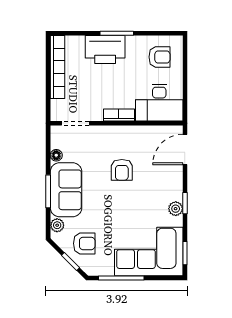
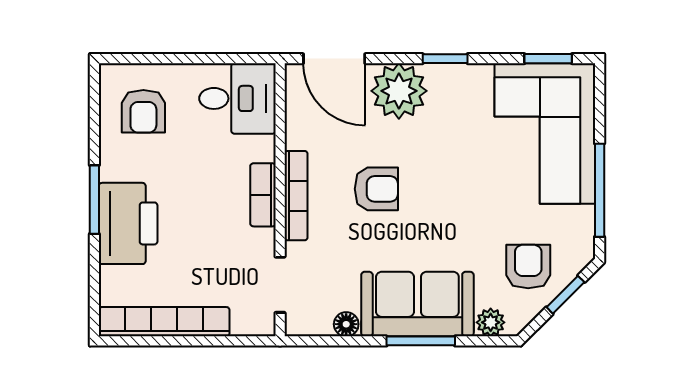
armchair: (159, 57) -> (143, 111), turned 180
desk: (159, 103) -> (237, 98), width x0.73
bookcase: (119, 131) -> (296, 196), added
plant: (176, 209) -> (399, 91), moved, width x1.88, depth x1.88

